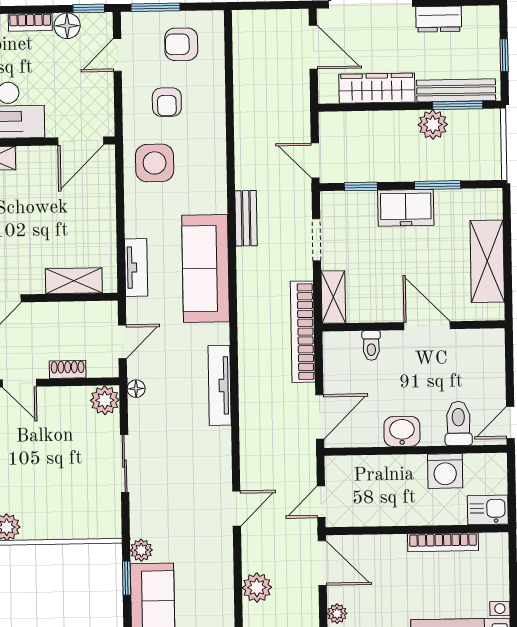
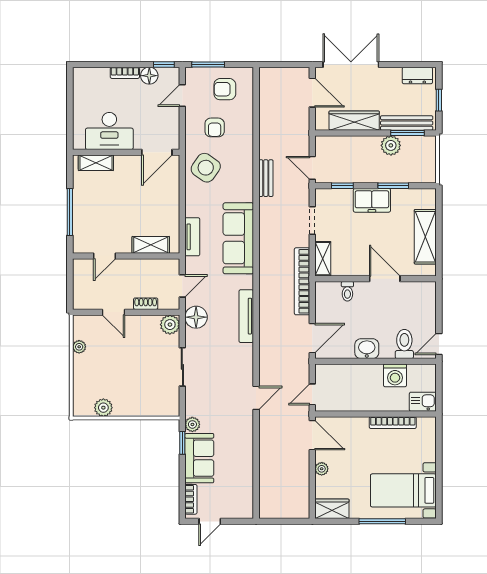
dresser: (439, 19) -> (417, 75), moved
side table: (155, 163) -> (206, 168), turned 35
bench: (246, 218) -> (266, 178), moved
floor lamp: (136, 389) -> (196, 317), width x1.89, depth x1.89
plant: (257, 588) -> (269, 451), removed

